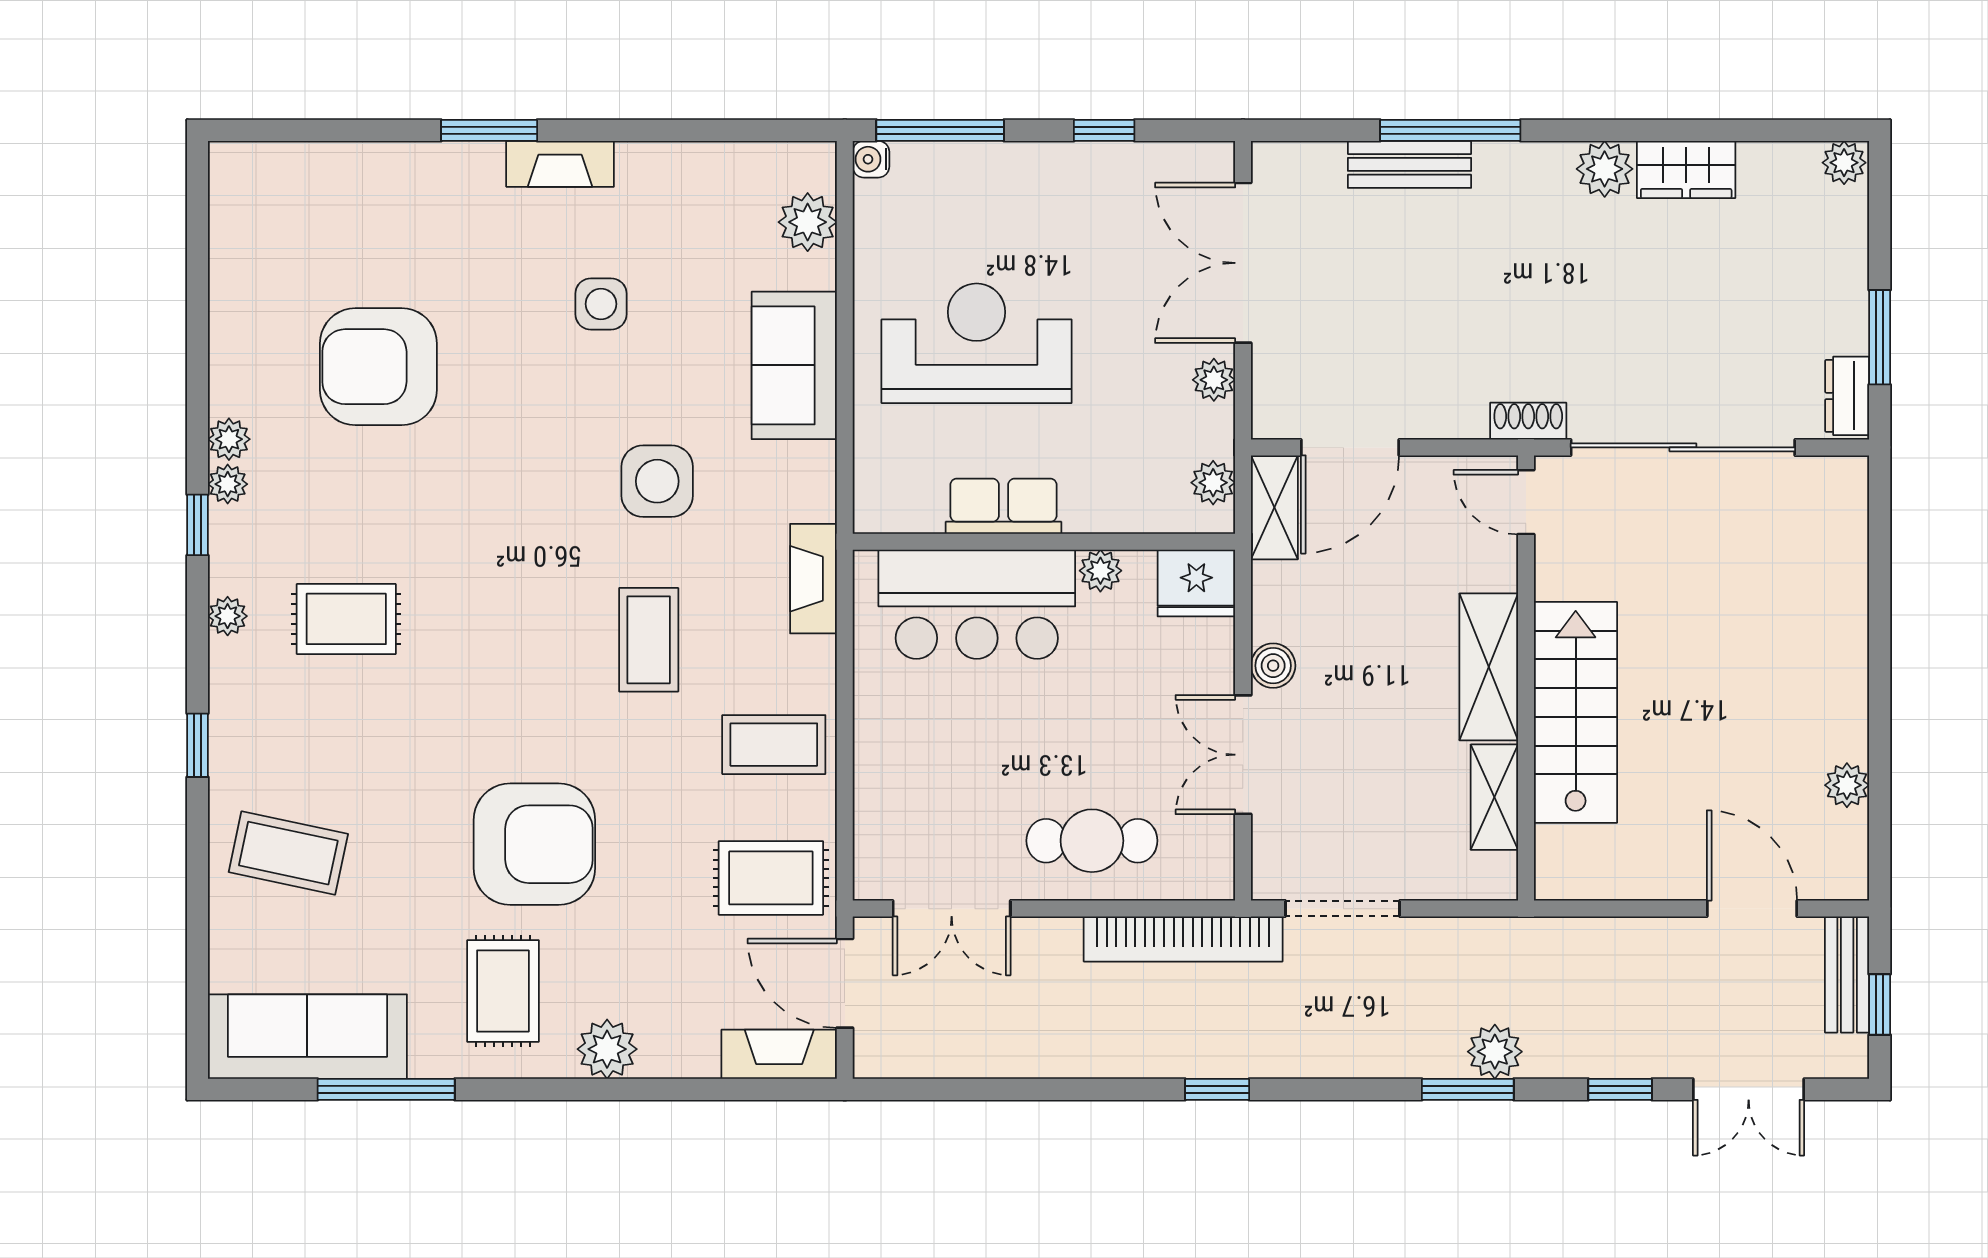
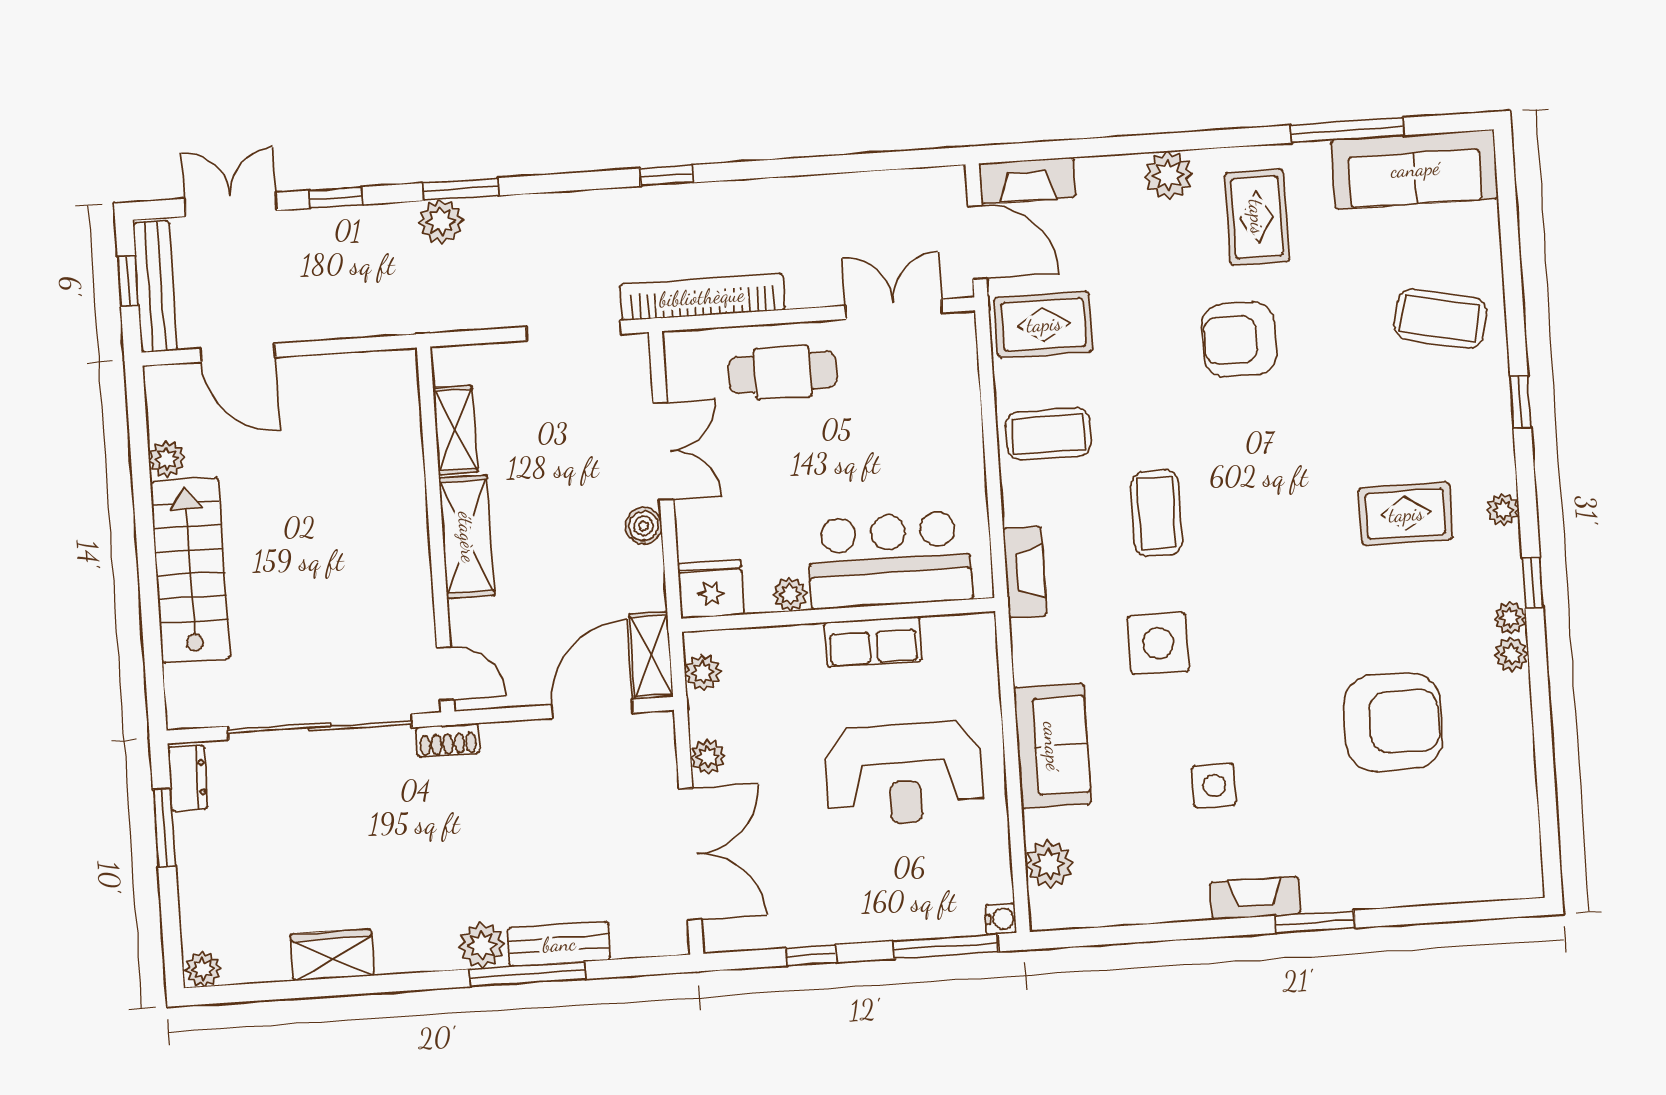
plant: (1605, 169) -> (482, 945), moved
stairs: (1576, 712) -> (190, 570), moved, turned 180
armchair: (534, 844) -> (1239, 339), width x0.73, depth x0.73
bench: (1847, 974) -> (155, 287), width x1.36

